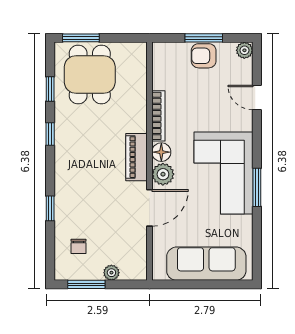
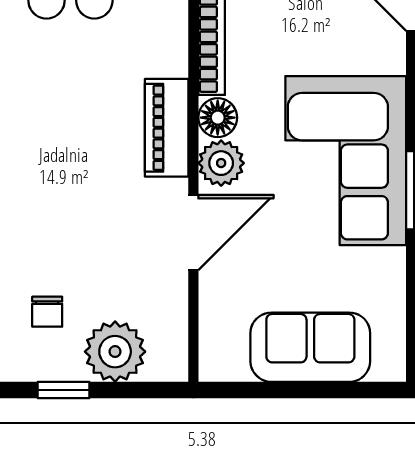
sofa: (206, 264) -> (310, 347), width x0.73
plant: (111, 273) -> (115, 352), width x1.88, depth x1.88
window: (86, 284) -> (63, 390), width x0.67

